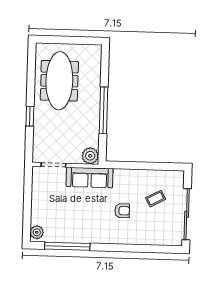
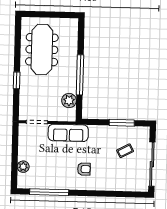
plant: (90, 156) -> (69, 101), moved
window: (152, 166) -> (122, 123), added
armchair: (122, 211) -> (84, 169), moved
plant: (37, 232) -> (23, 167), moved

